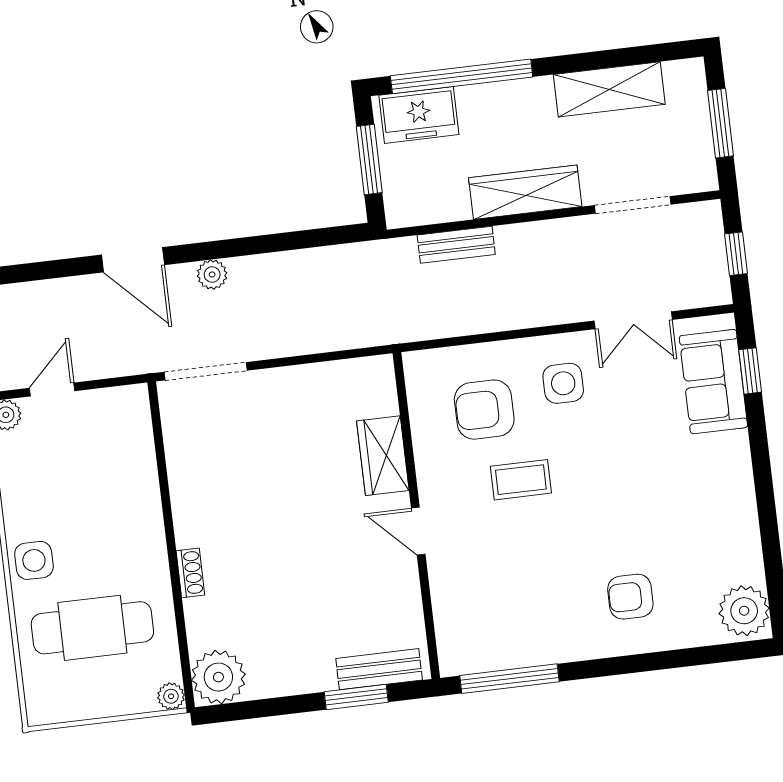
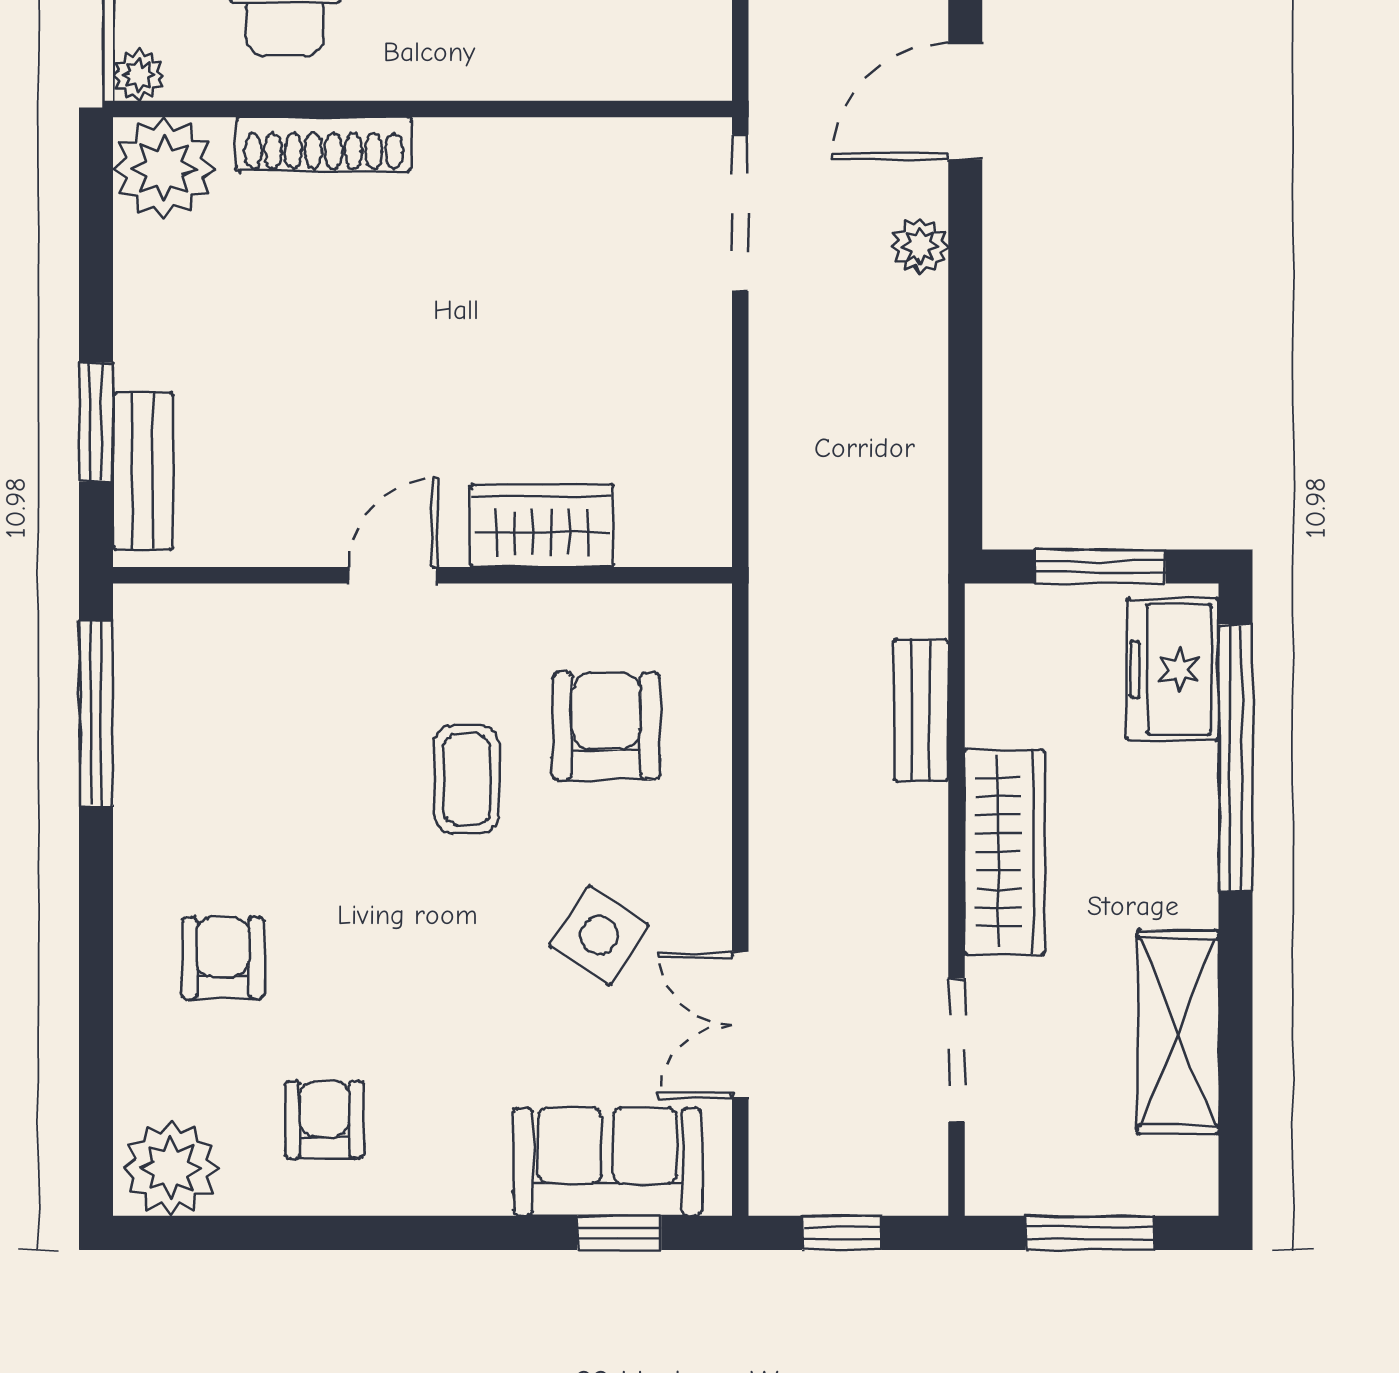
side table: (563, 383) -> (599, 935), moved, turned 33
armchair: (709, 533) -> (325, 1120), added
shoe rack: (190, 573) -> (323, 144), width x1.94, depth x1.24

